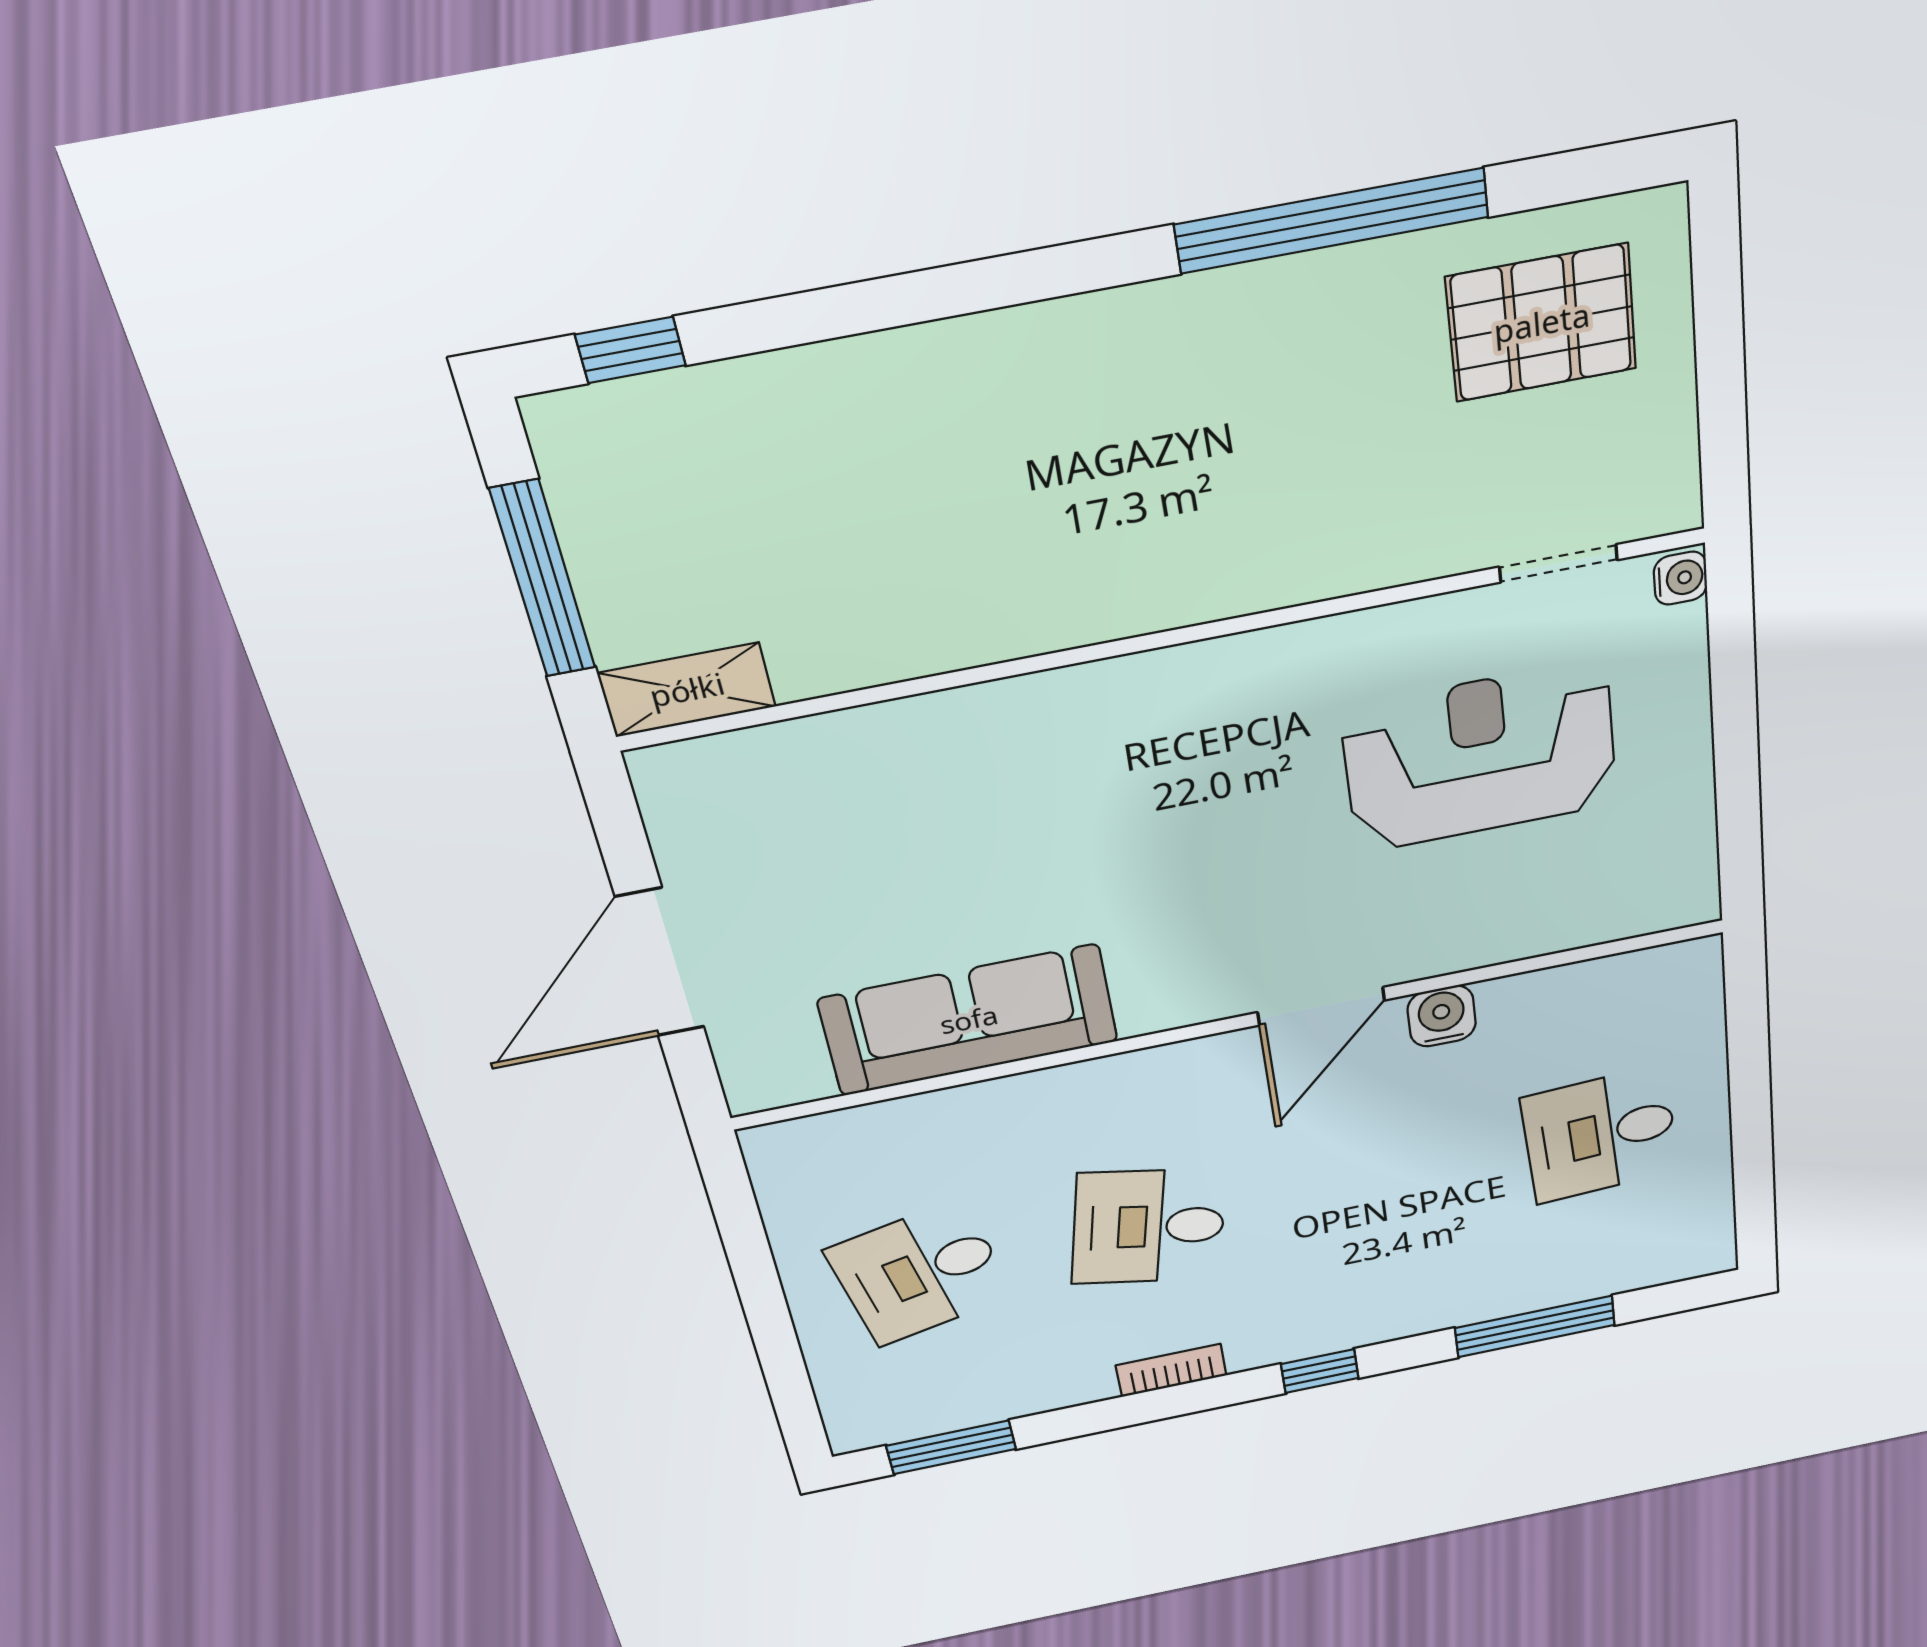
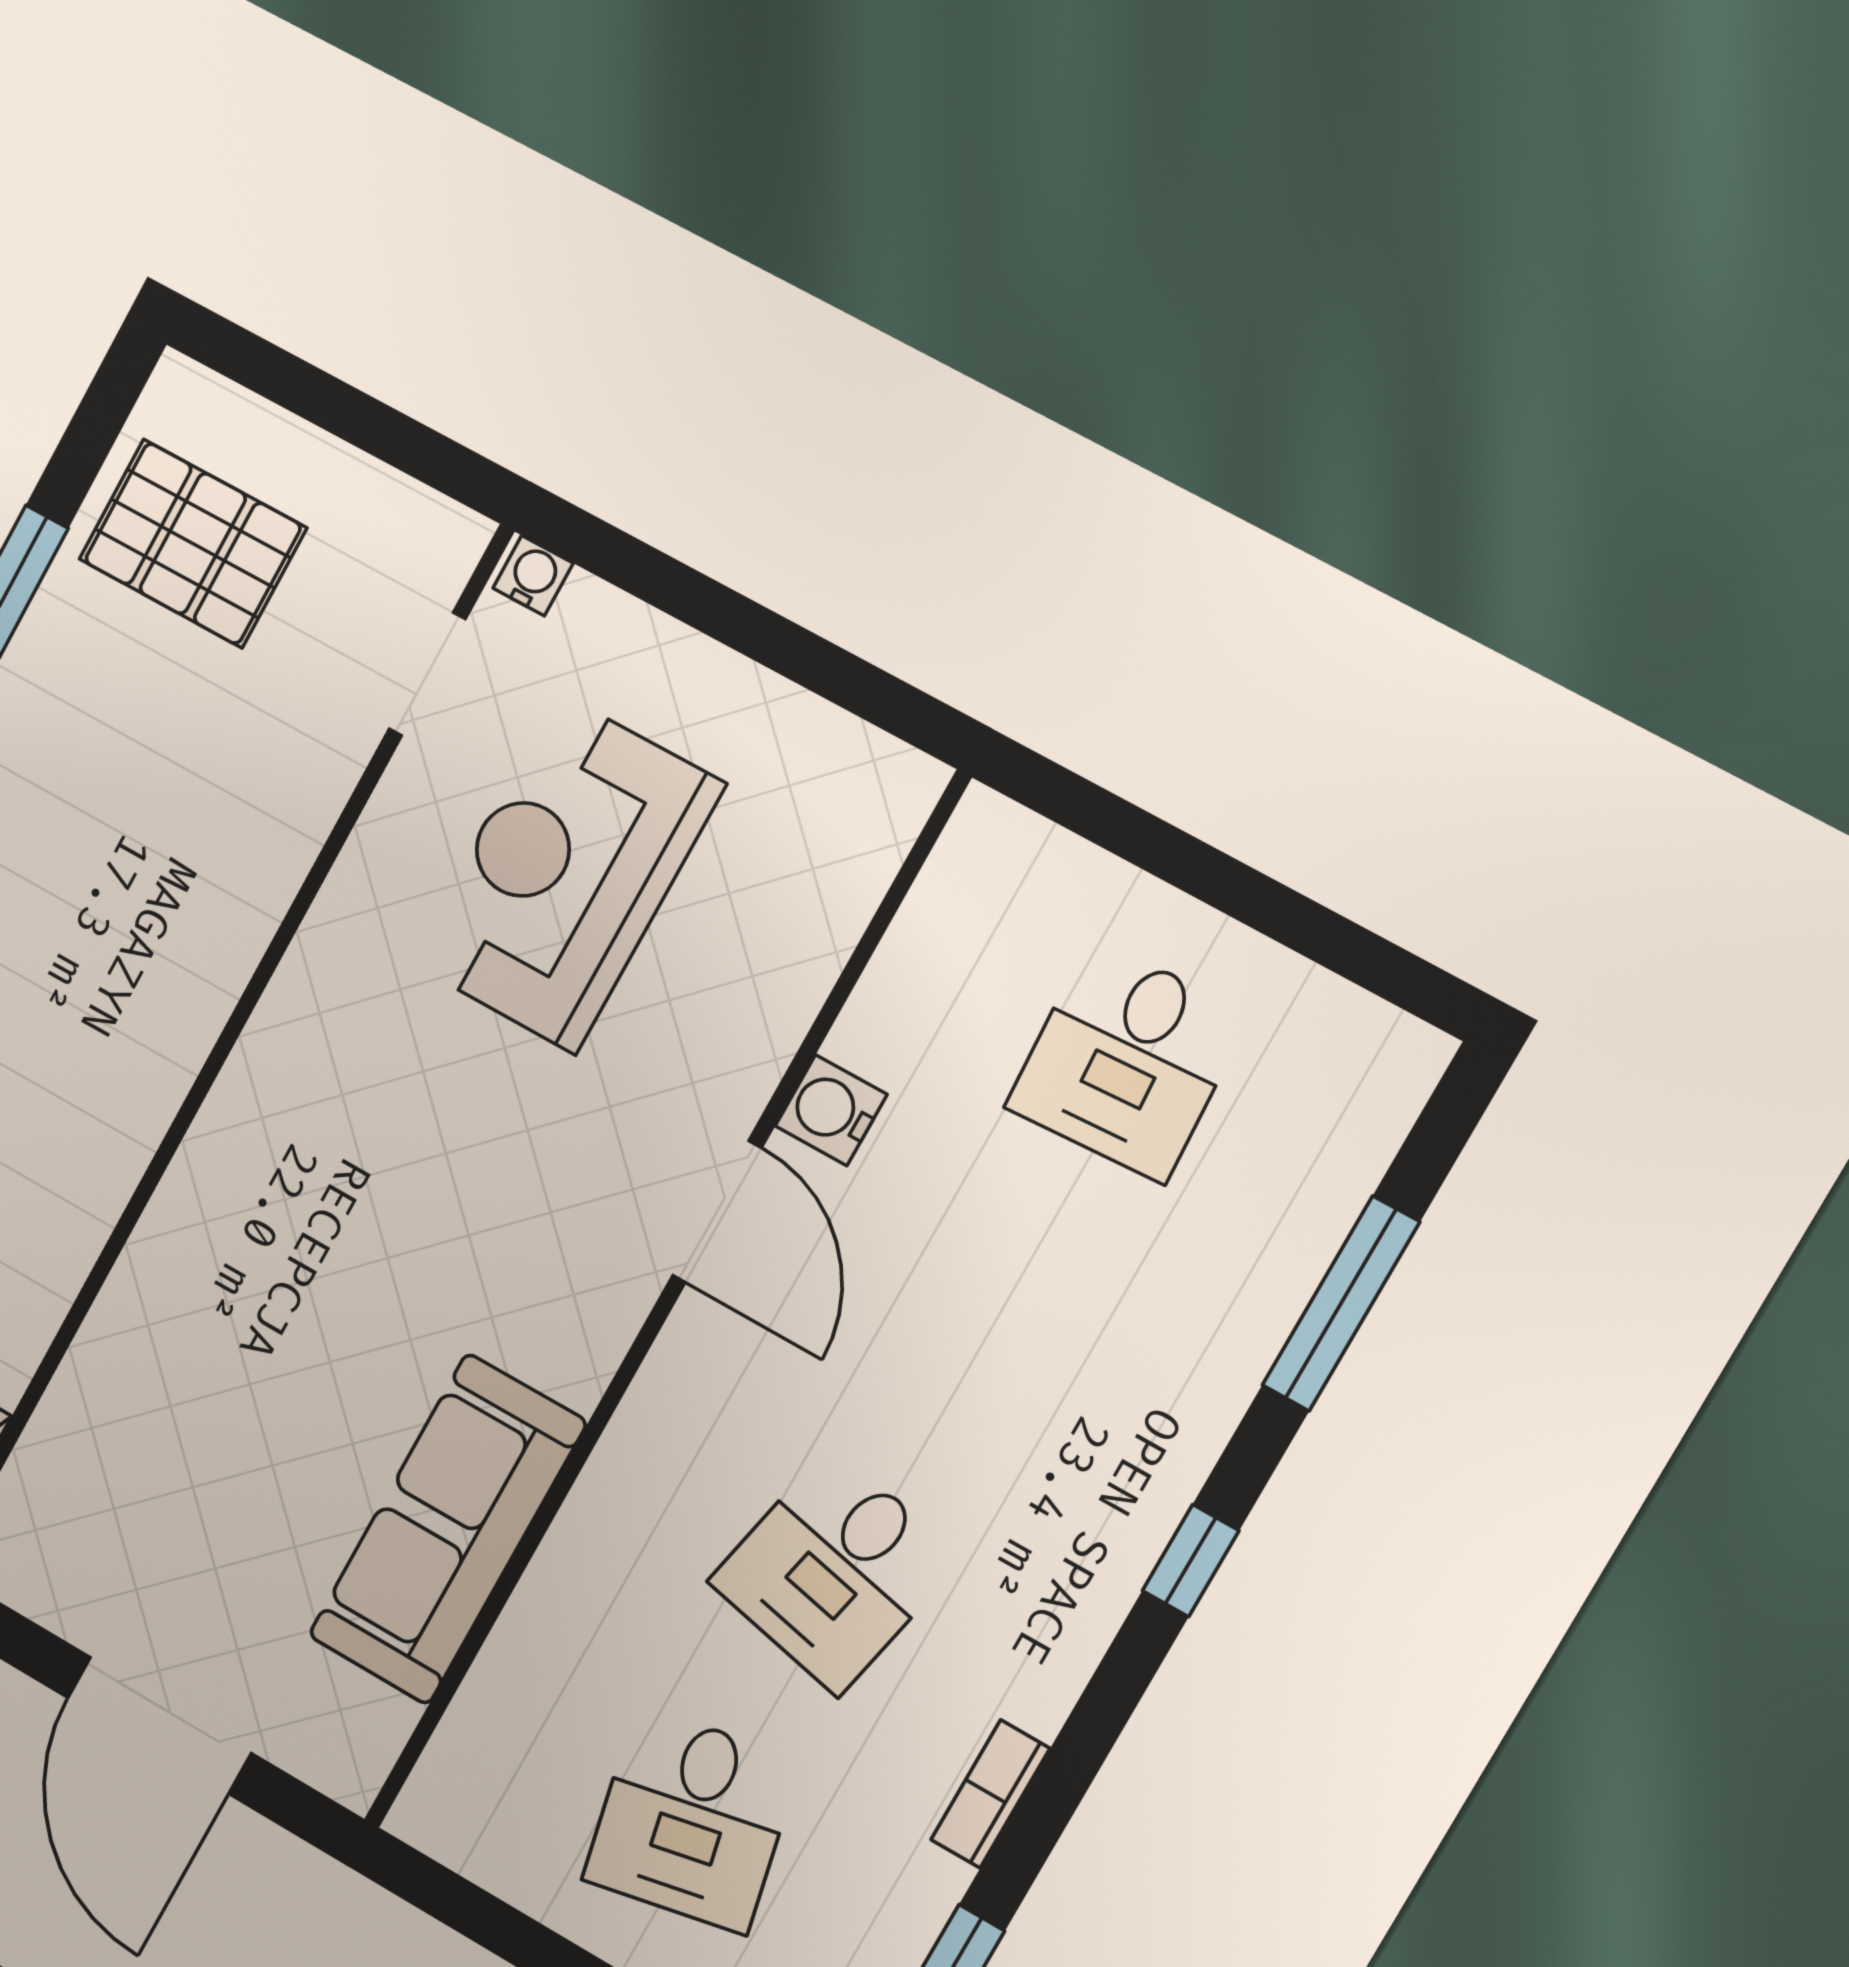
pallet: (1542, 323) -> (193, 544), turned 90
bookcase: (1171, 1370) -> (990, 1794), moved

